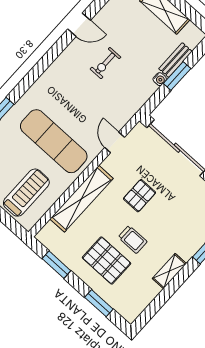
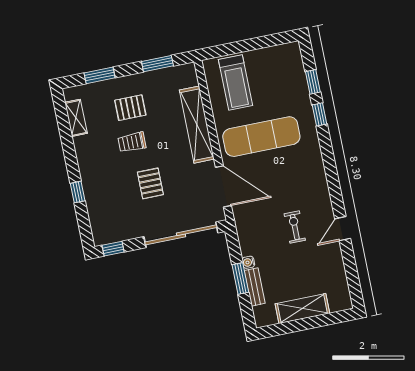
door: (115, 142) -> (223, 186), width x1.88
pallet: (140, 196) -> (150, 183), moved
pallet: (107, 261) -> (130, 108), width x0.67, depth x0.71
shelving: (169, 271) -> (76, 118), moved

